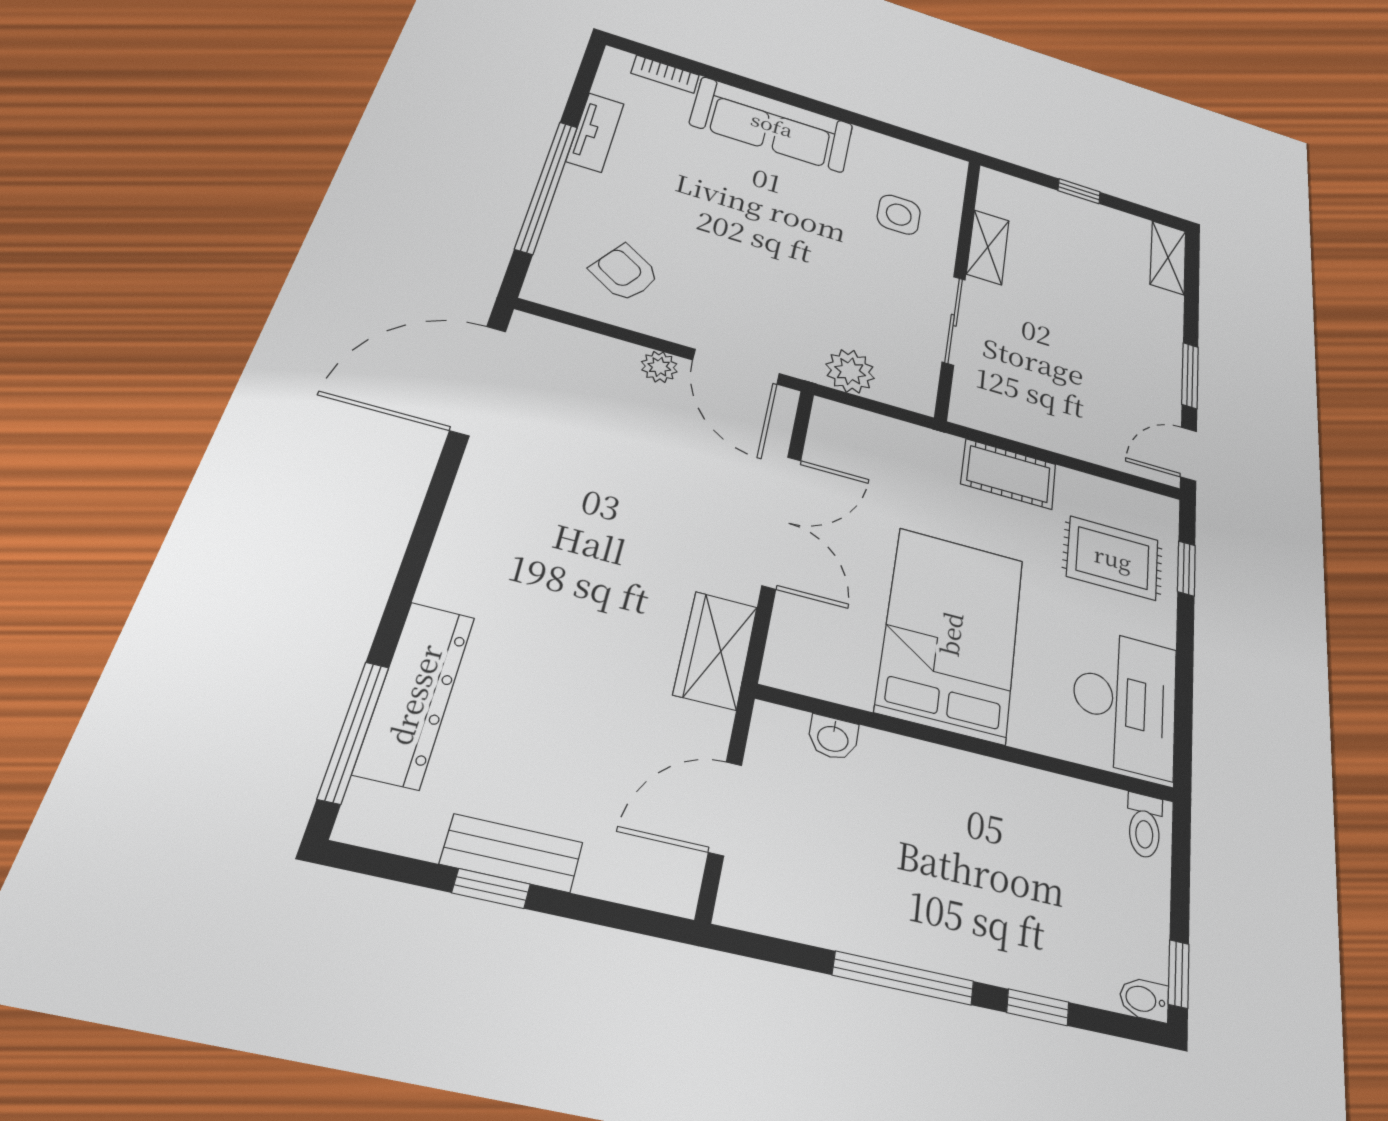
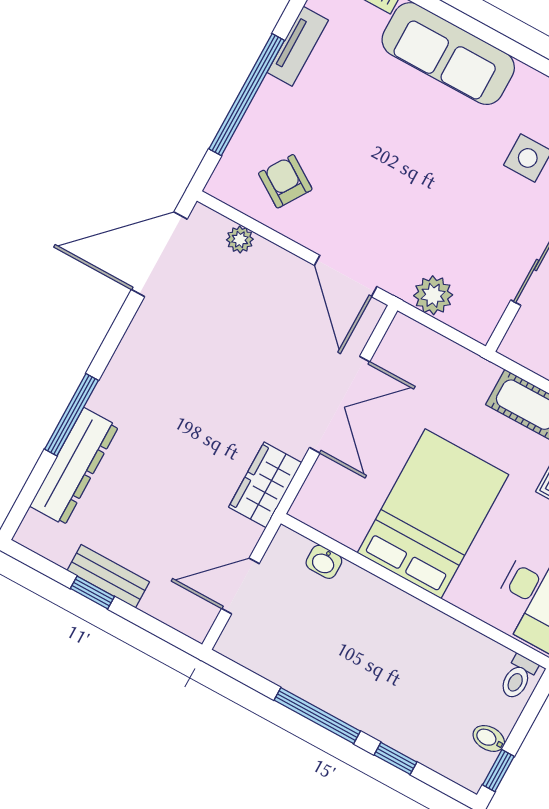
plant: (659, 367) -> (240, 239), moved
window: (354, 732) -> (71, 415), moved
bidet: (1144, 999) -> (489, 738), moved

